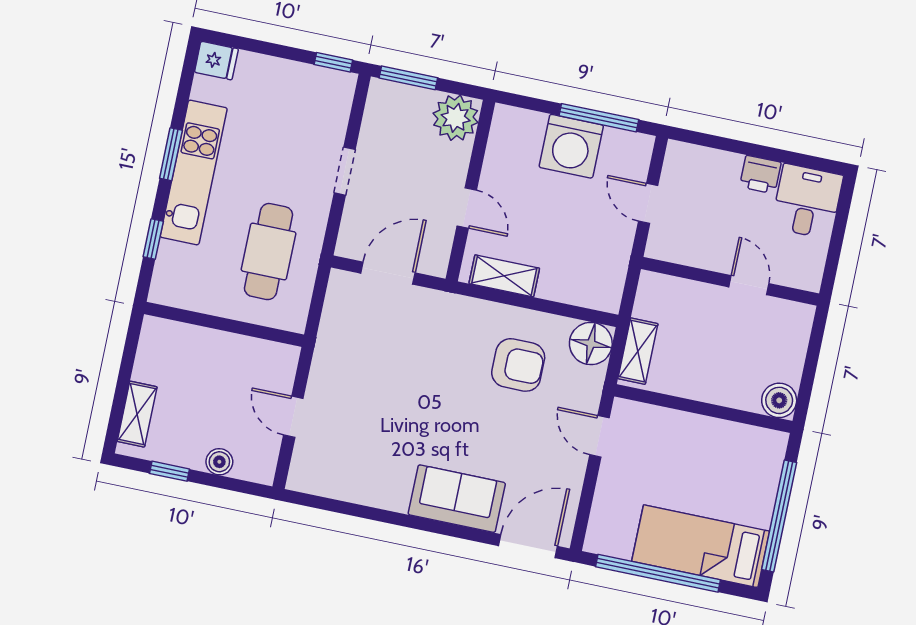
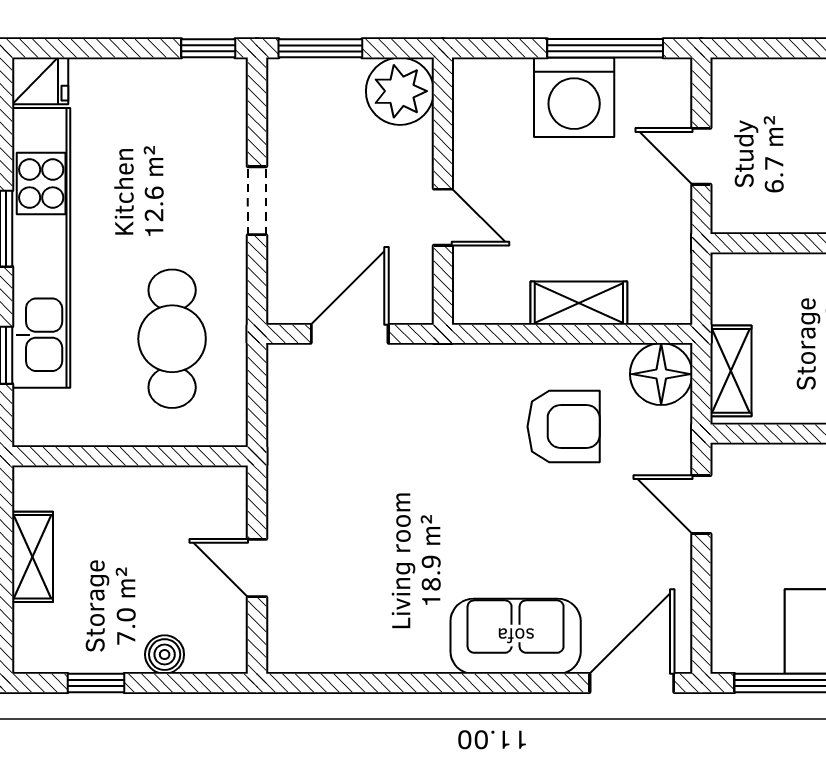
kitchen unit: (194, 172) -> (41, 248), width x1.36
shelving: (504, 276) -> (579, 303), moved
shelving: (137, 414) -> (33, 557), moved

